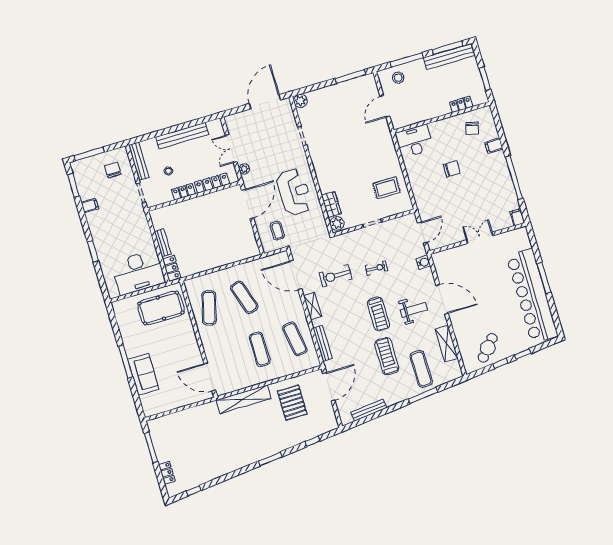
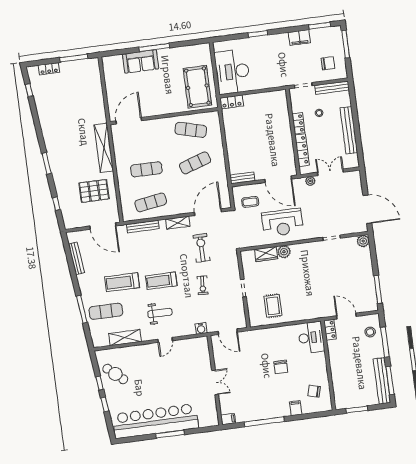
locker: (461, 104) -> (330, 330), moved
filing cabinet: (90, 205) -> (299, 37), width x2.00
plant: (337, 223) -> (284, 252), moved
bench: (163, 243) -> (242, 178), moved
door: (442, 299) -> (165, 340), width x0.53
weight bench: (414, 310) -> (160, 313), turned -90
treadmill: (387, 356) -> (122, 282), turned 180

